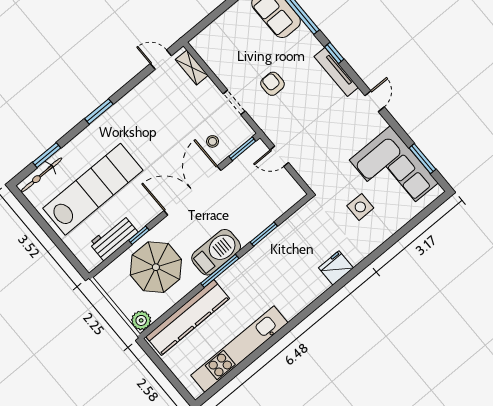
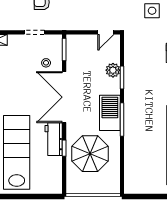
door: (279, 156) -> (106, 32), moved
workbench: (114, 238) -> (54, 139), moved
kitchen counter: (188, 318) -> (133, 159), removed
plant: (141, 320) -> (113, 70), moved

